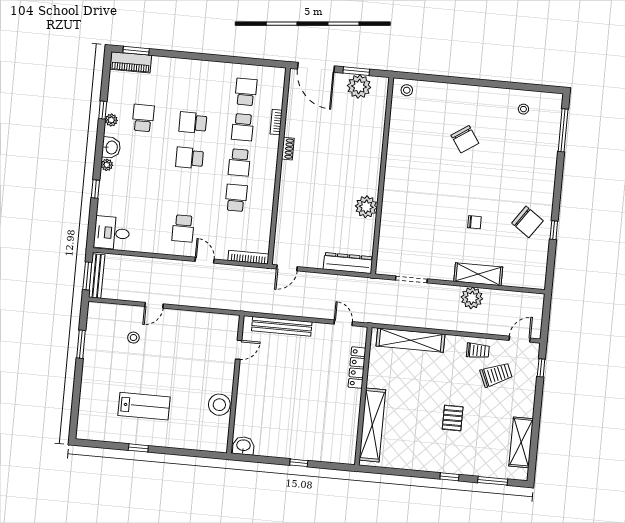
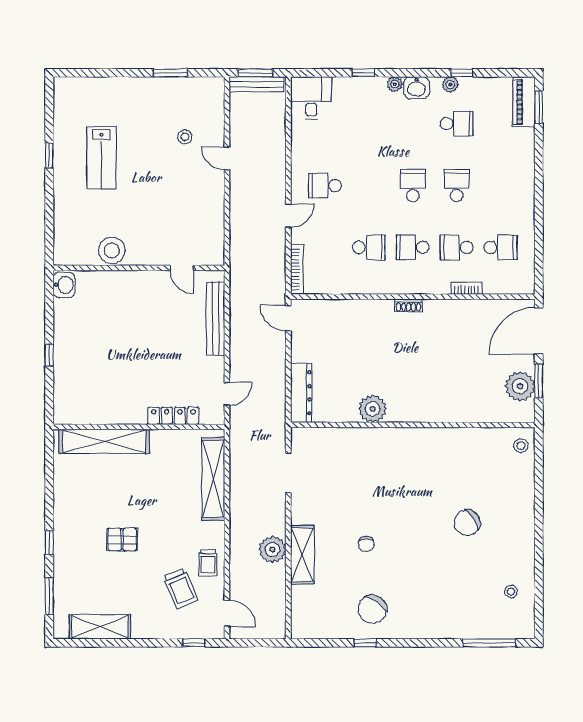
shoe rack: (288, 149) -> (408, 306), moved

